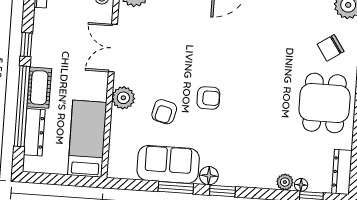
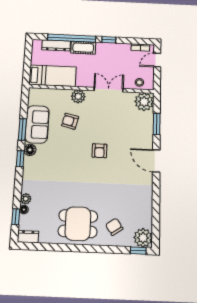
armchair: (208, 98) -> (99, 151), moved
dresser: (342, 172) -> (28, 237), width x0.70

